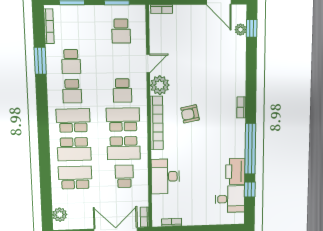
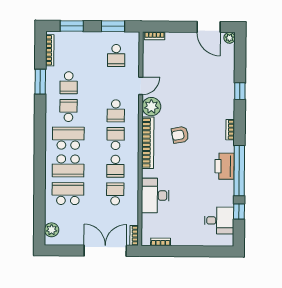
window: (252, 28) -> (240, 91), moved
plant: (241, 30) -> (229, 38), moved
school desk: (72, 91) -> (68, 111), turned 180
school desk: (123, 119) -> (116, 139), width x0.54
school desk: (124, 148) -> (115, 166), width x0.54
printer: (235, 171) -> (225, 166), moved

